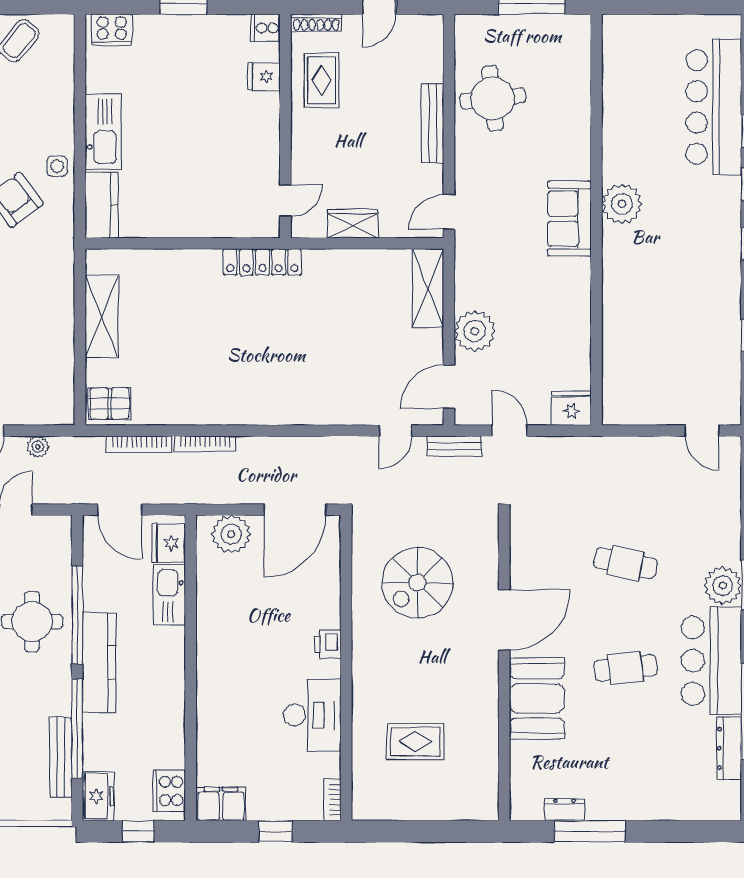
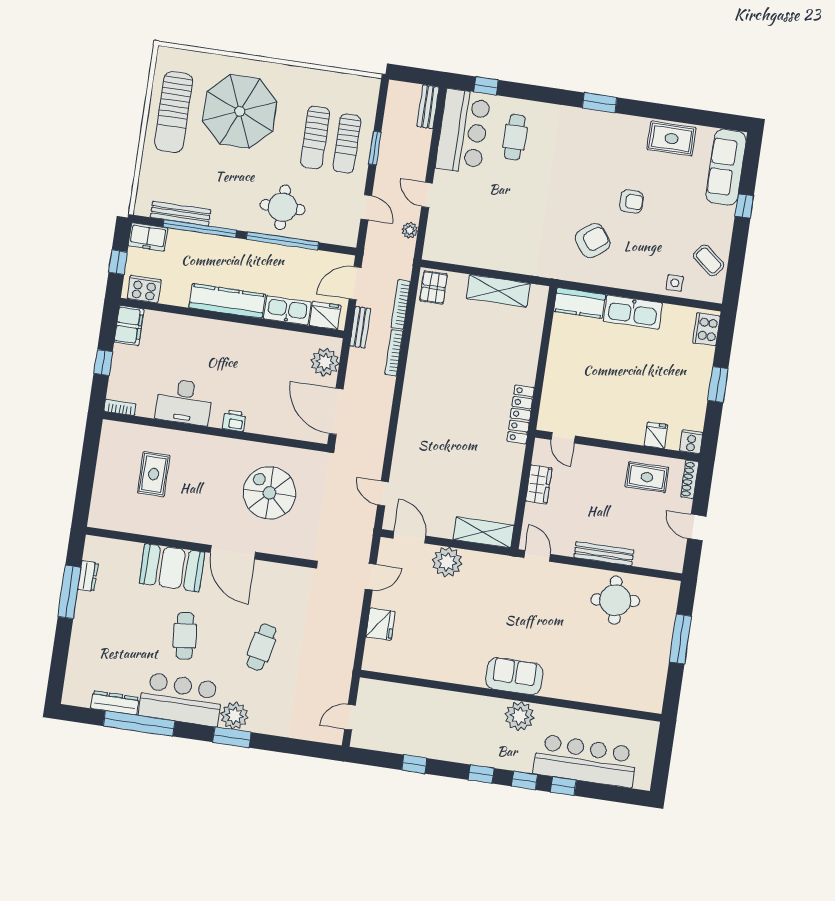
side table: (57, 166) -> (675, 283), moved
plant: (622, 204) -> (519, 716), moved
sofa: (569, 219) -> (514, 676), moved
wall: (596, 220) -> (511, 696), moved
bench: (454, 446) -> (360, 327), moved
kitchen counter: (99, 663) -> (227, 301), moved, turned 180

